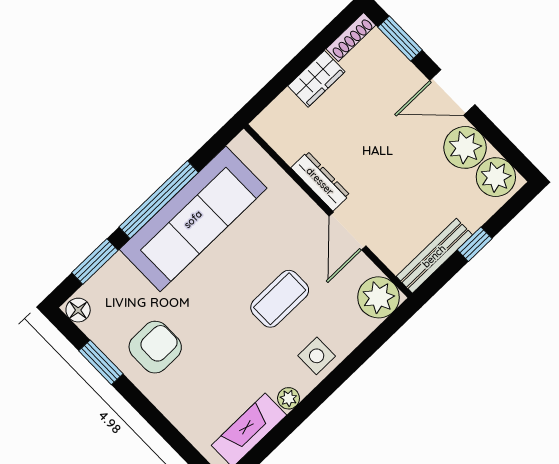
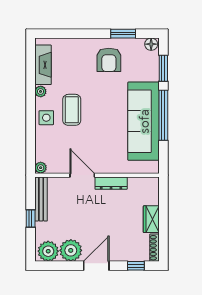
window: (400, 38) -> (136, 266), width x0.67
plant: (379, 297) -> (41, 168), width x0.53, depth x0.53
coffee table: (280, 299) -> (72, 110), moved

